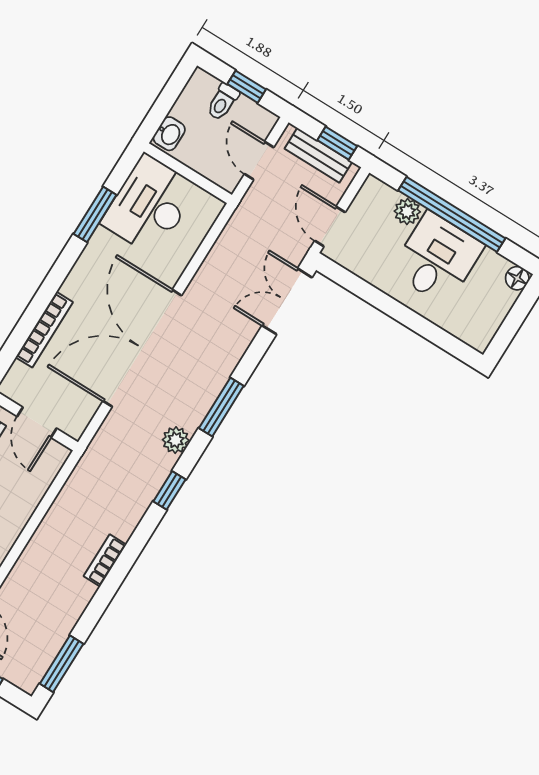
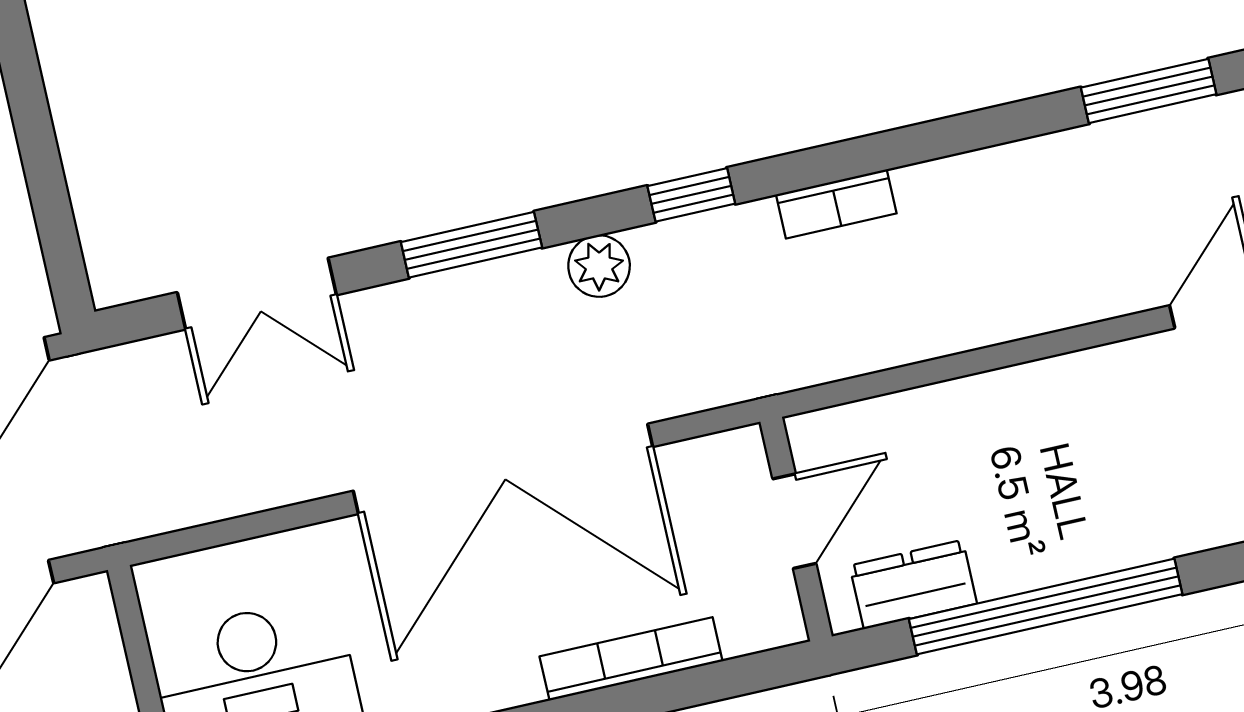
double door: (287, 301) -> (257, 294), moved
bookcase: (105, 560) -> (836, 204), moved

